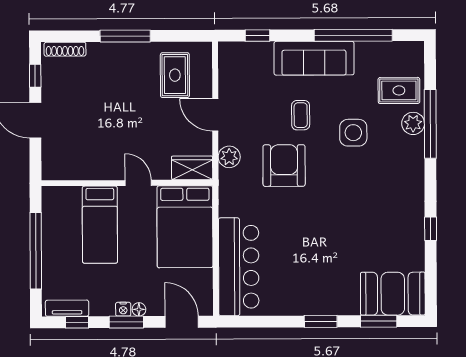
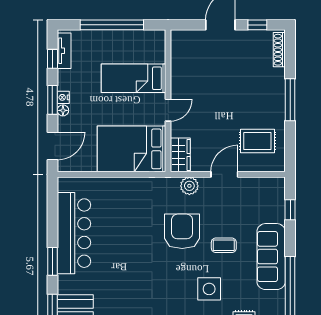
armchair: (284, 166) -> (182, 231), turned -90
bar counter: (239, 267) -> (74, 233), moved, turned -90

